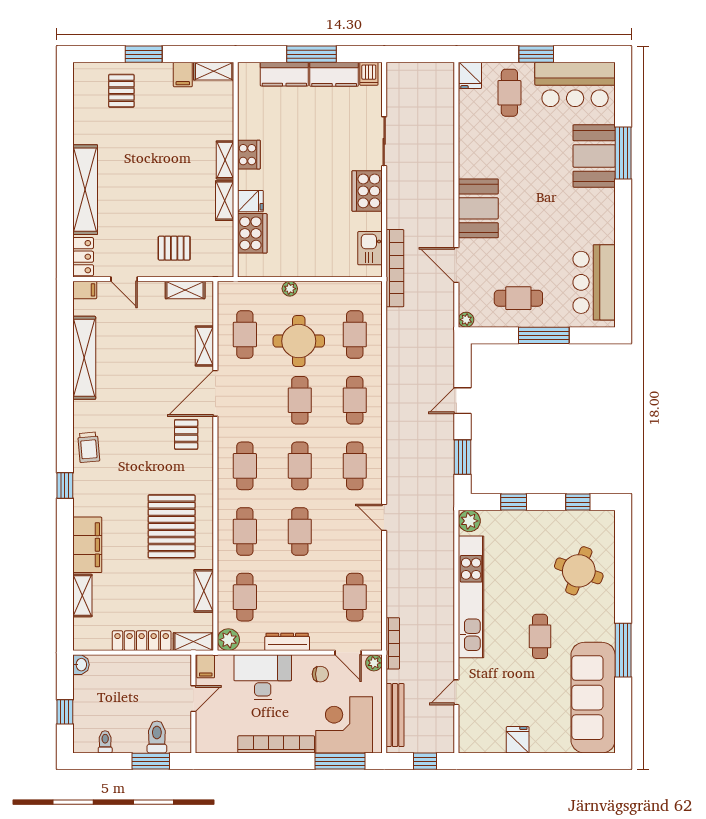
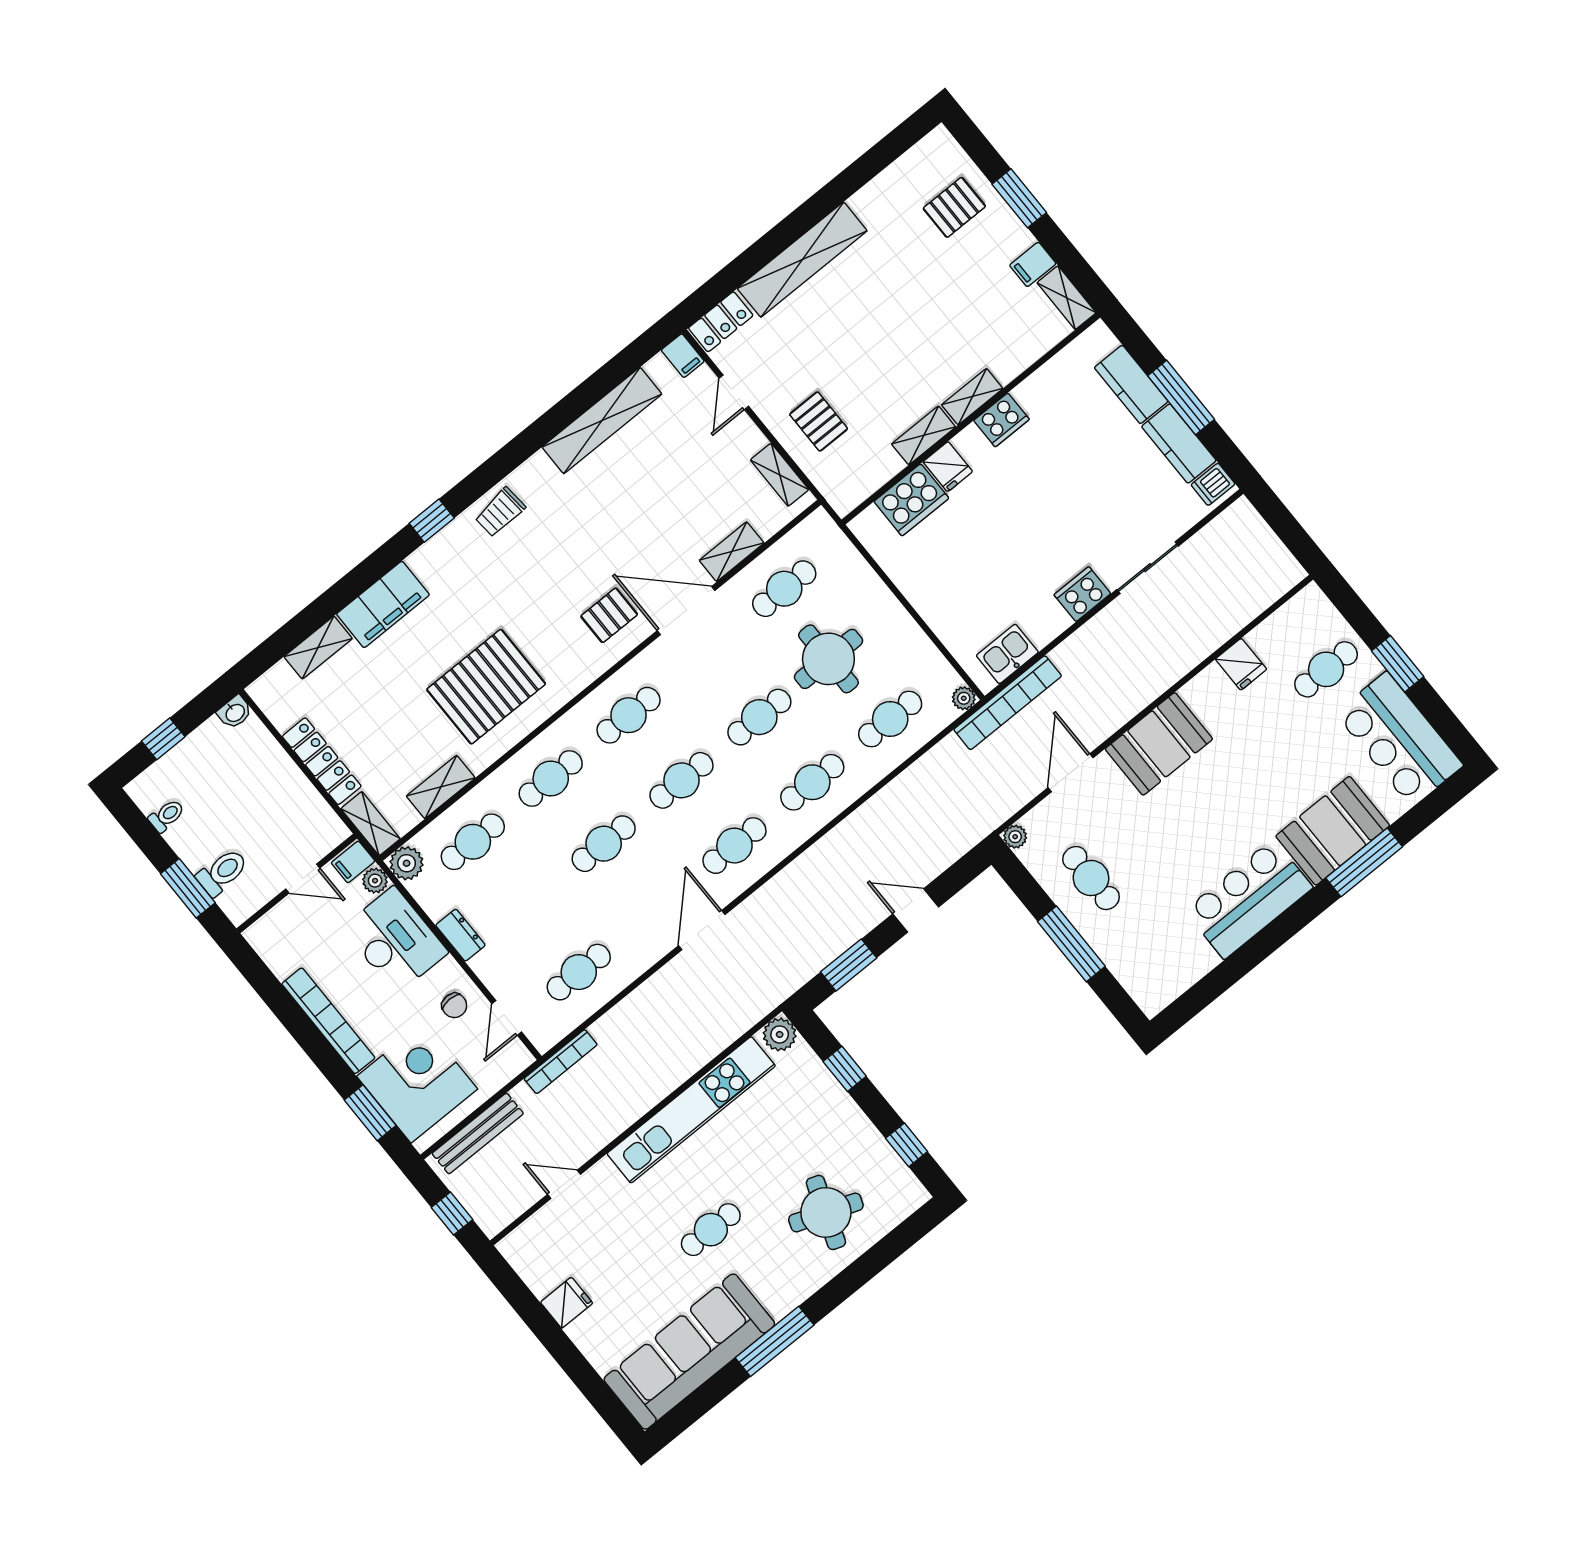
fridge: (470, 75) -> (1241, 664), moved, turned -90
cooker: (367, 191) -> (1082, 594), width x0.73, depth x0.76
bar counter: (594, 282) -> (1249, 899), moved
plant: (290, 289) -> (964, 698), moved
door: (384, 517) -> (702, 930), width x1.38
dresser: (287, 642) -> (460, 935), width x0.70
plant: (374, 663) -> (375, 881), moved
window: (340, 761) -> (370, 1113), width x0.69

